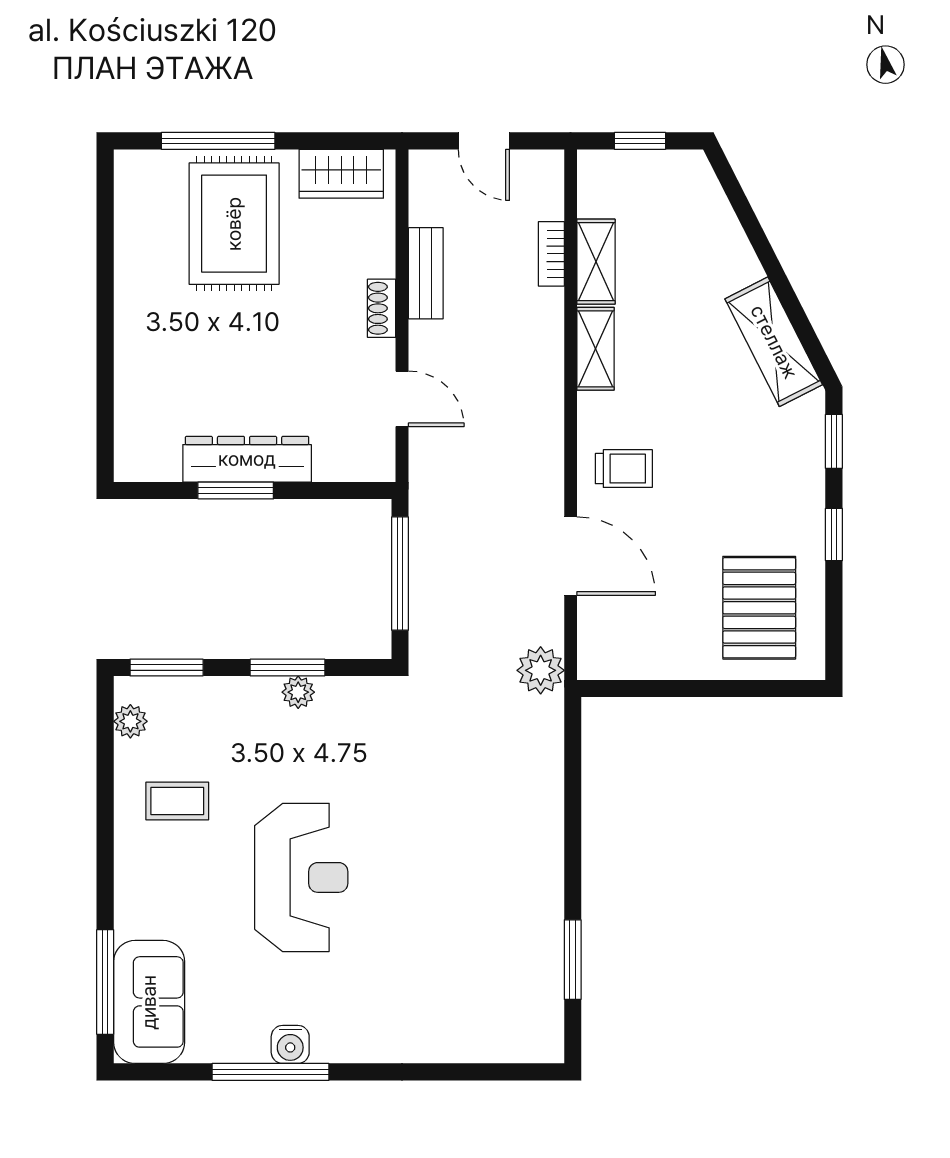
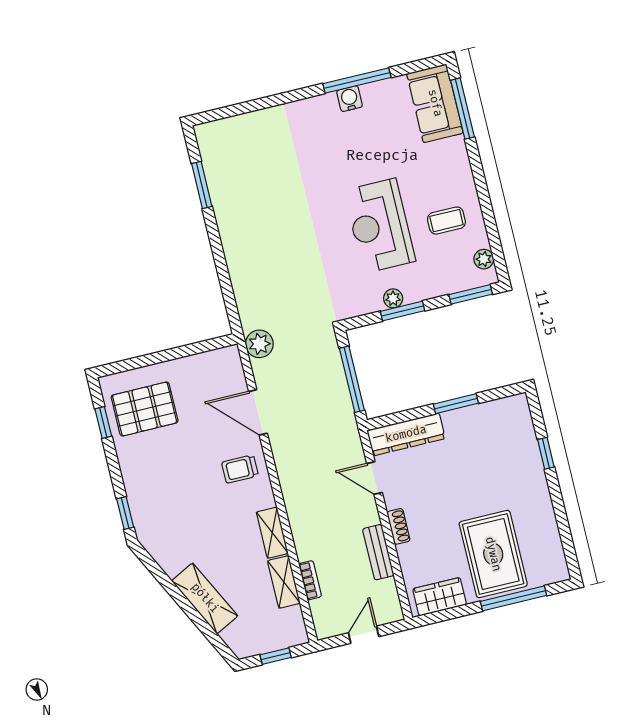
door: (484, 141) -> (364, 635), hinge flipped
shelving: (774, 342) -> (205, 598), moved
window: (105, 371) -> (546, 453), added
dresser: (247, 459) -> (406, 434), moved
window: (834, 534) -> (103, 423), moved
pallet: (759, 608) -> (145, 409), turned 90
reception desk: (301, 877) -> (380, 226), moved

